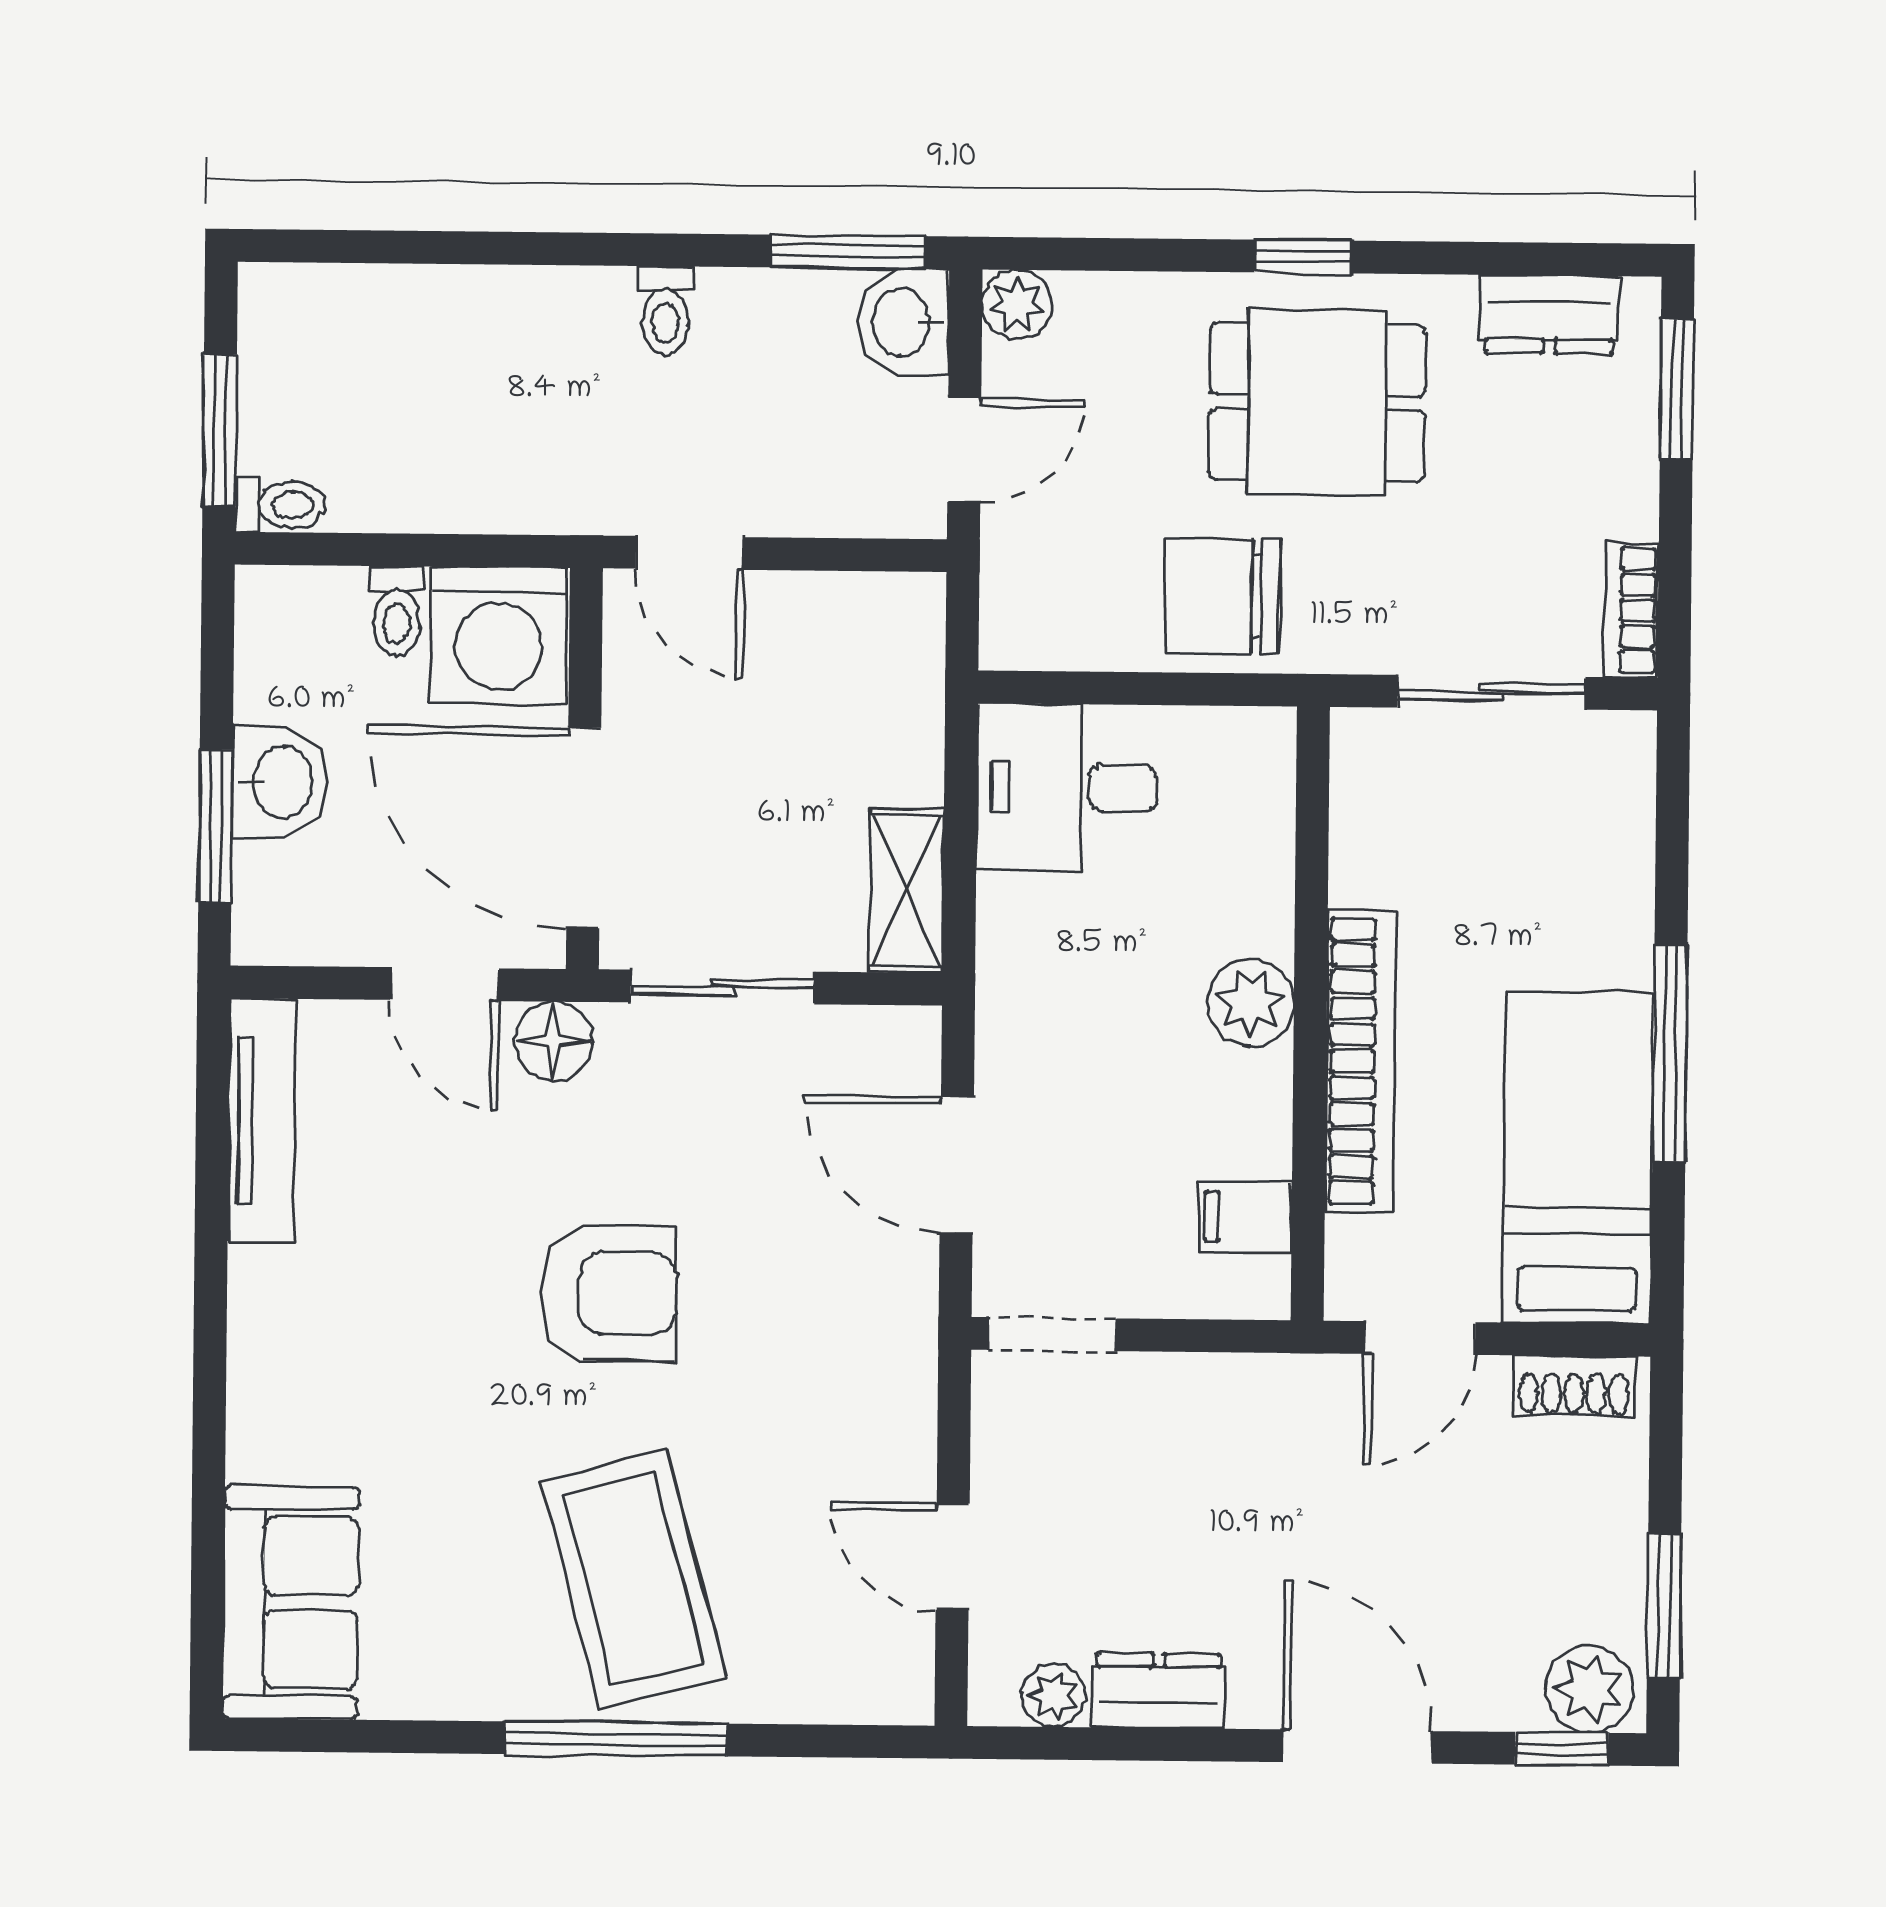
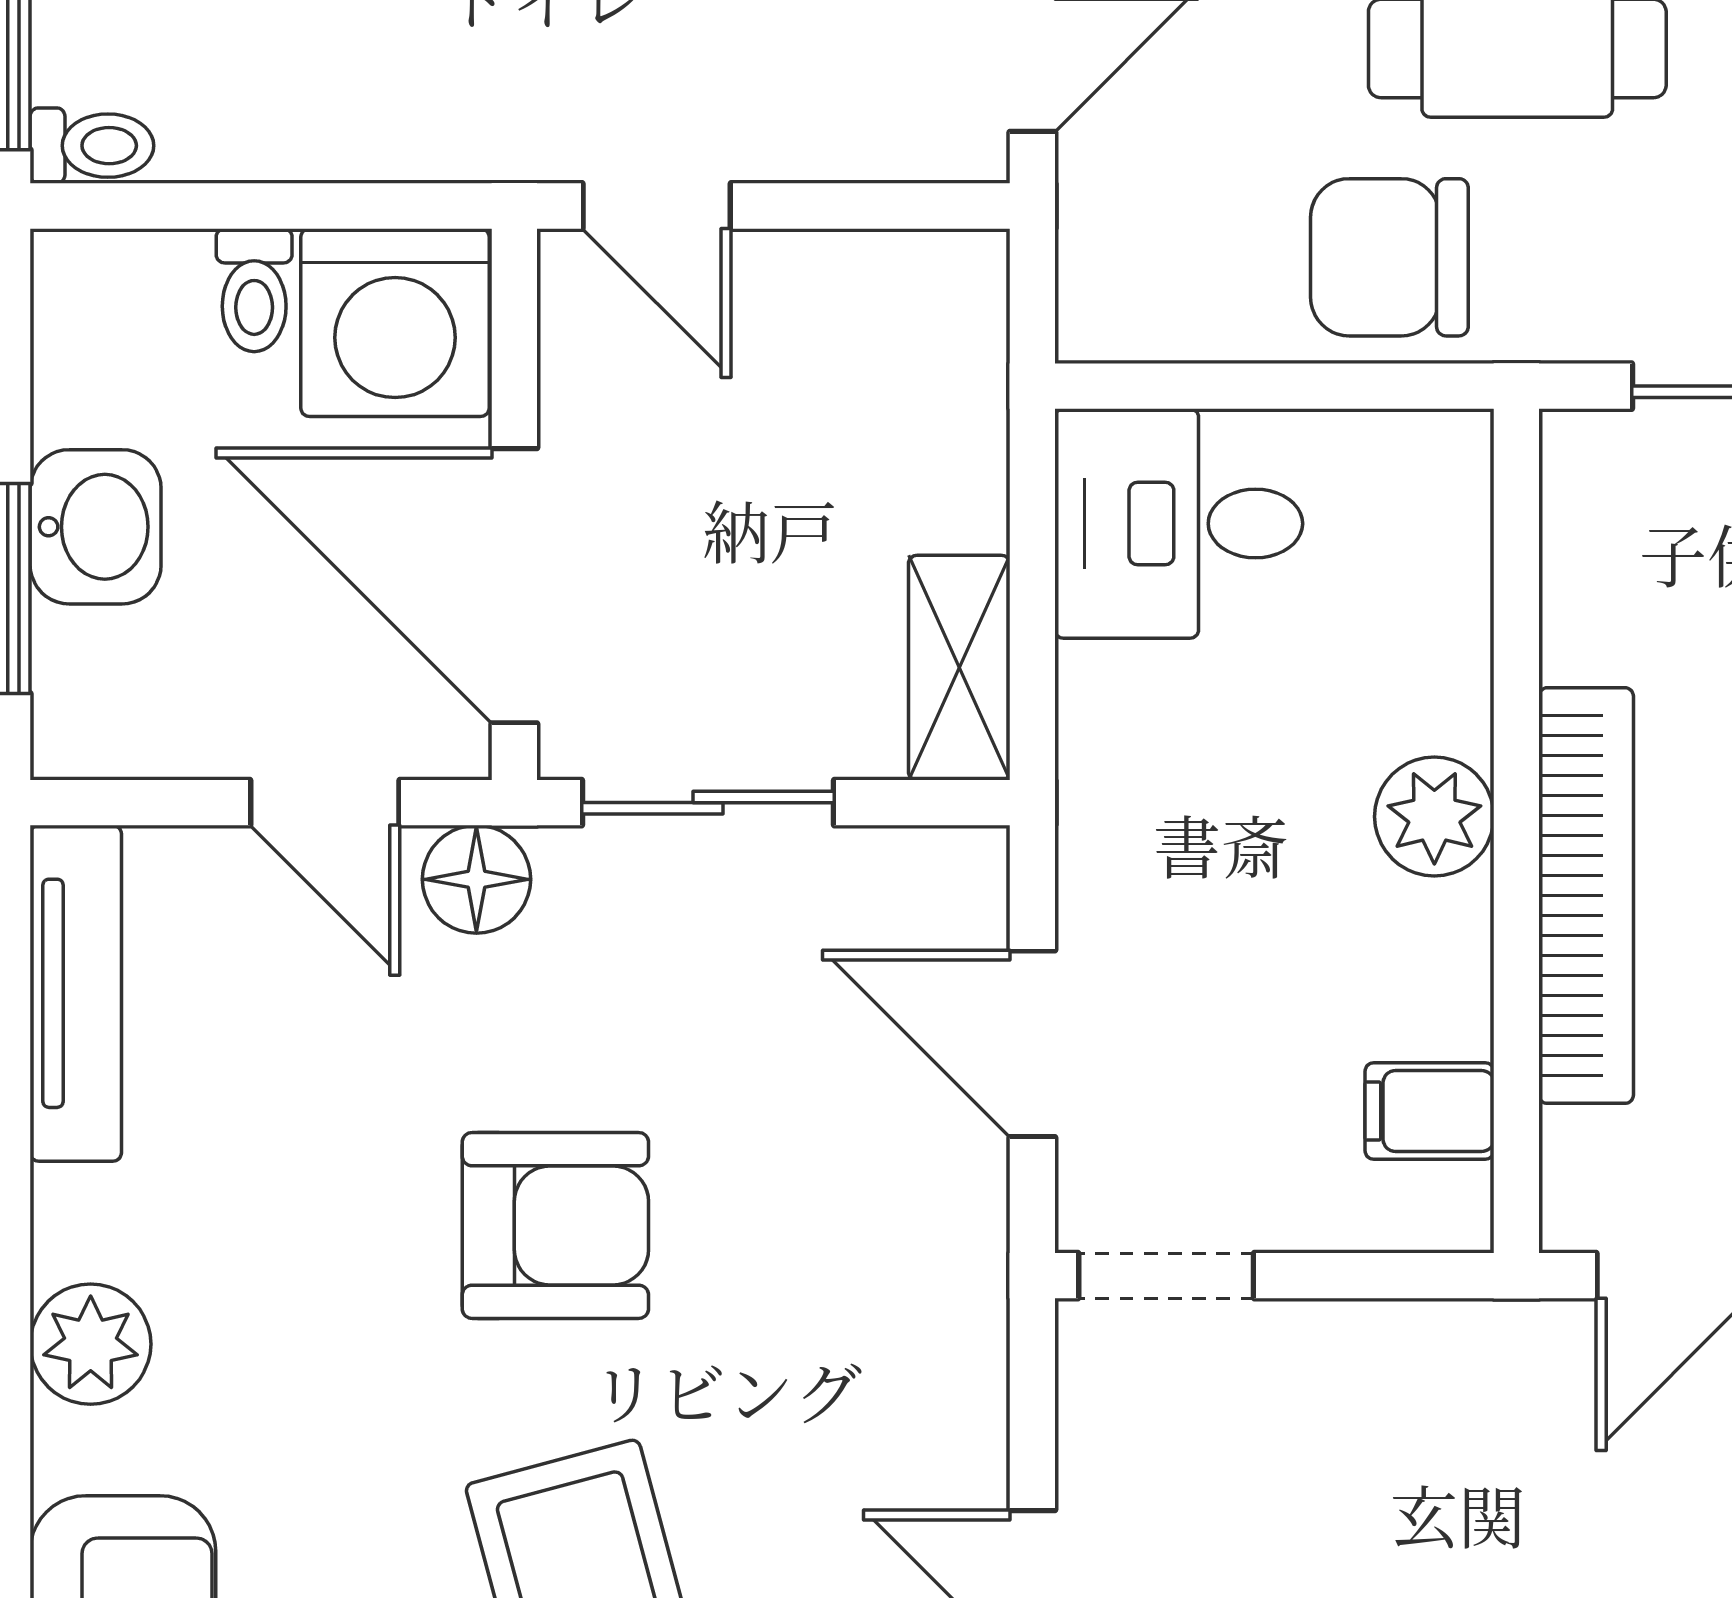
plant: (270, 1376) -> (91, 1344), added

